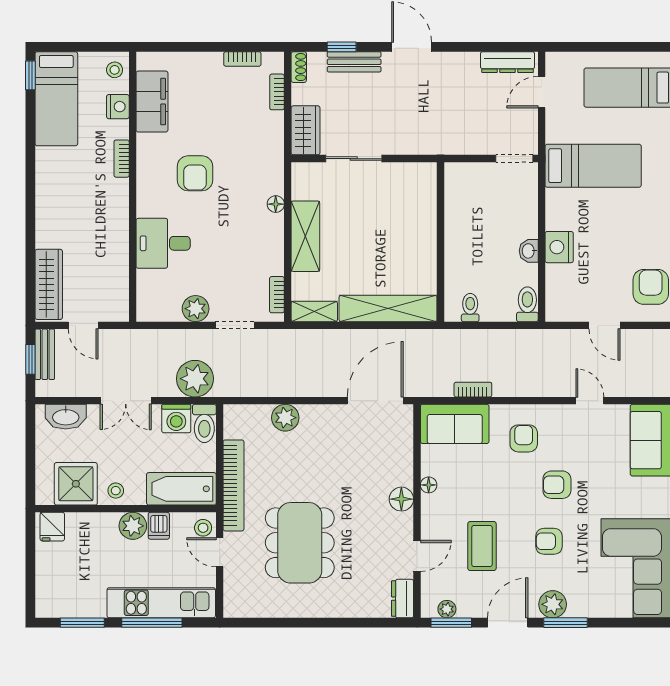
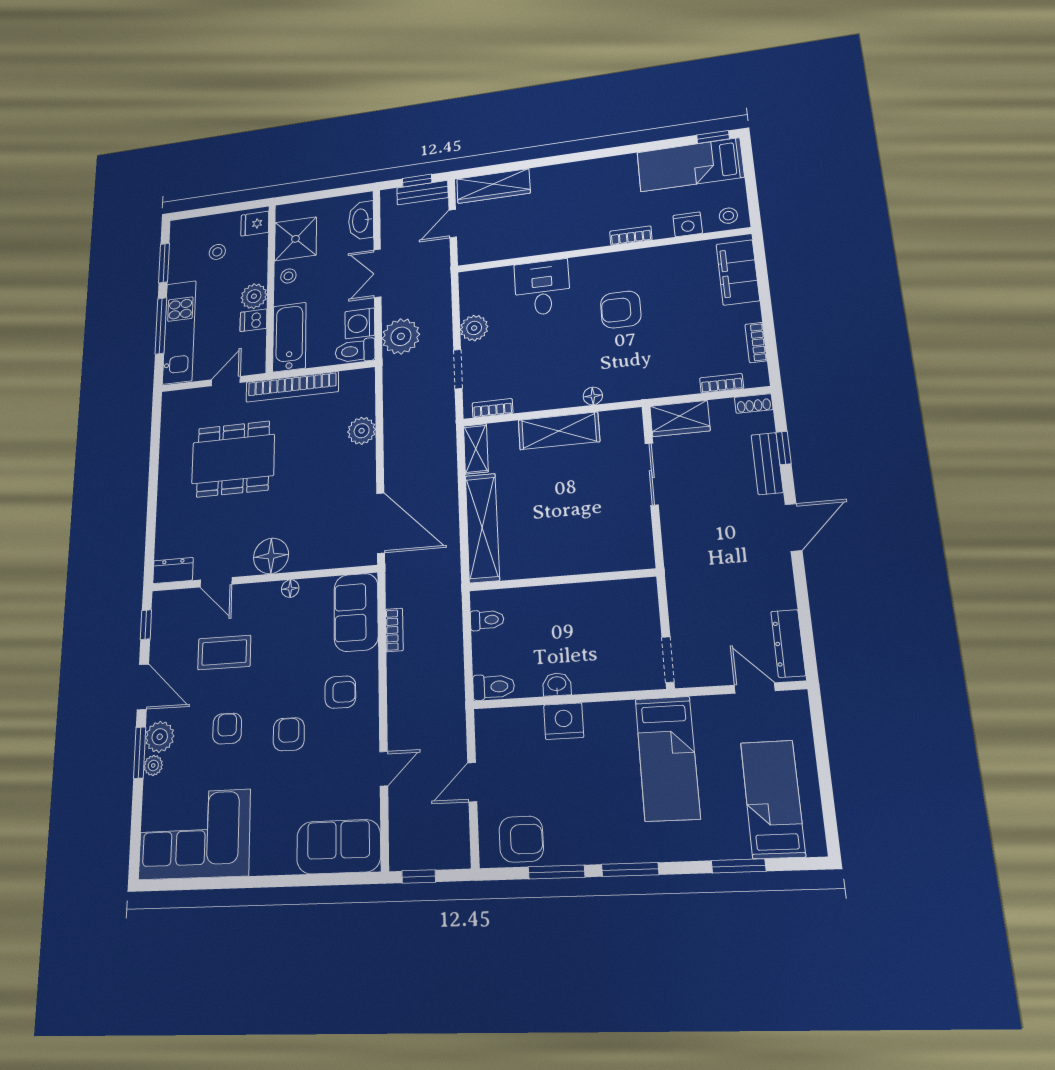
filing cabinet: (152, 102) -> (738, 272), moved, turned 90
floor lamp: (401, 499) -> (271, 556), width x1.38, depth x1.38
stool: (203, 528) -> (217, 252), moved
plant: (447, 609) -> (153, 765), moved
window: (451, 623) -> (146, 625), width x0.67

